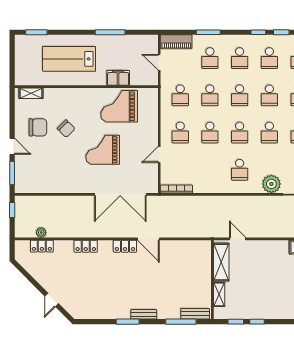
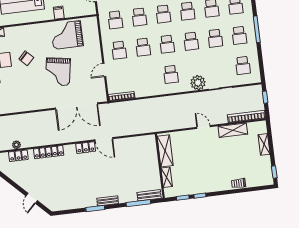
filing cabinet: (118, 78) -> (59, 13), width x0.50
grand piano: (103, 150) -> (58, 72), turned -81
door: (238, 239) -> (203, 127), moved
locker: (86, 246) -> (49, 152), width x1.53

